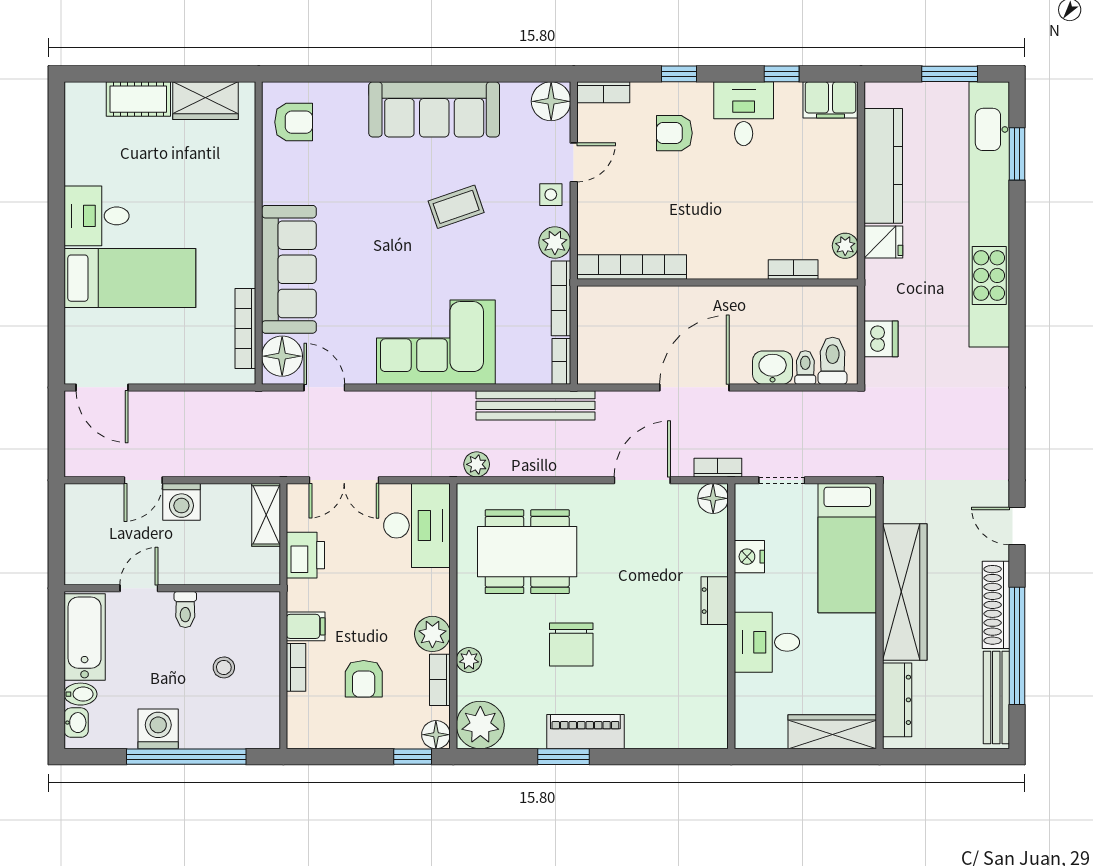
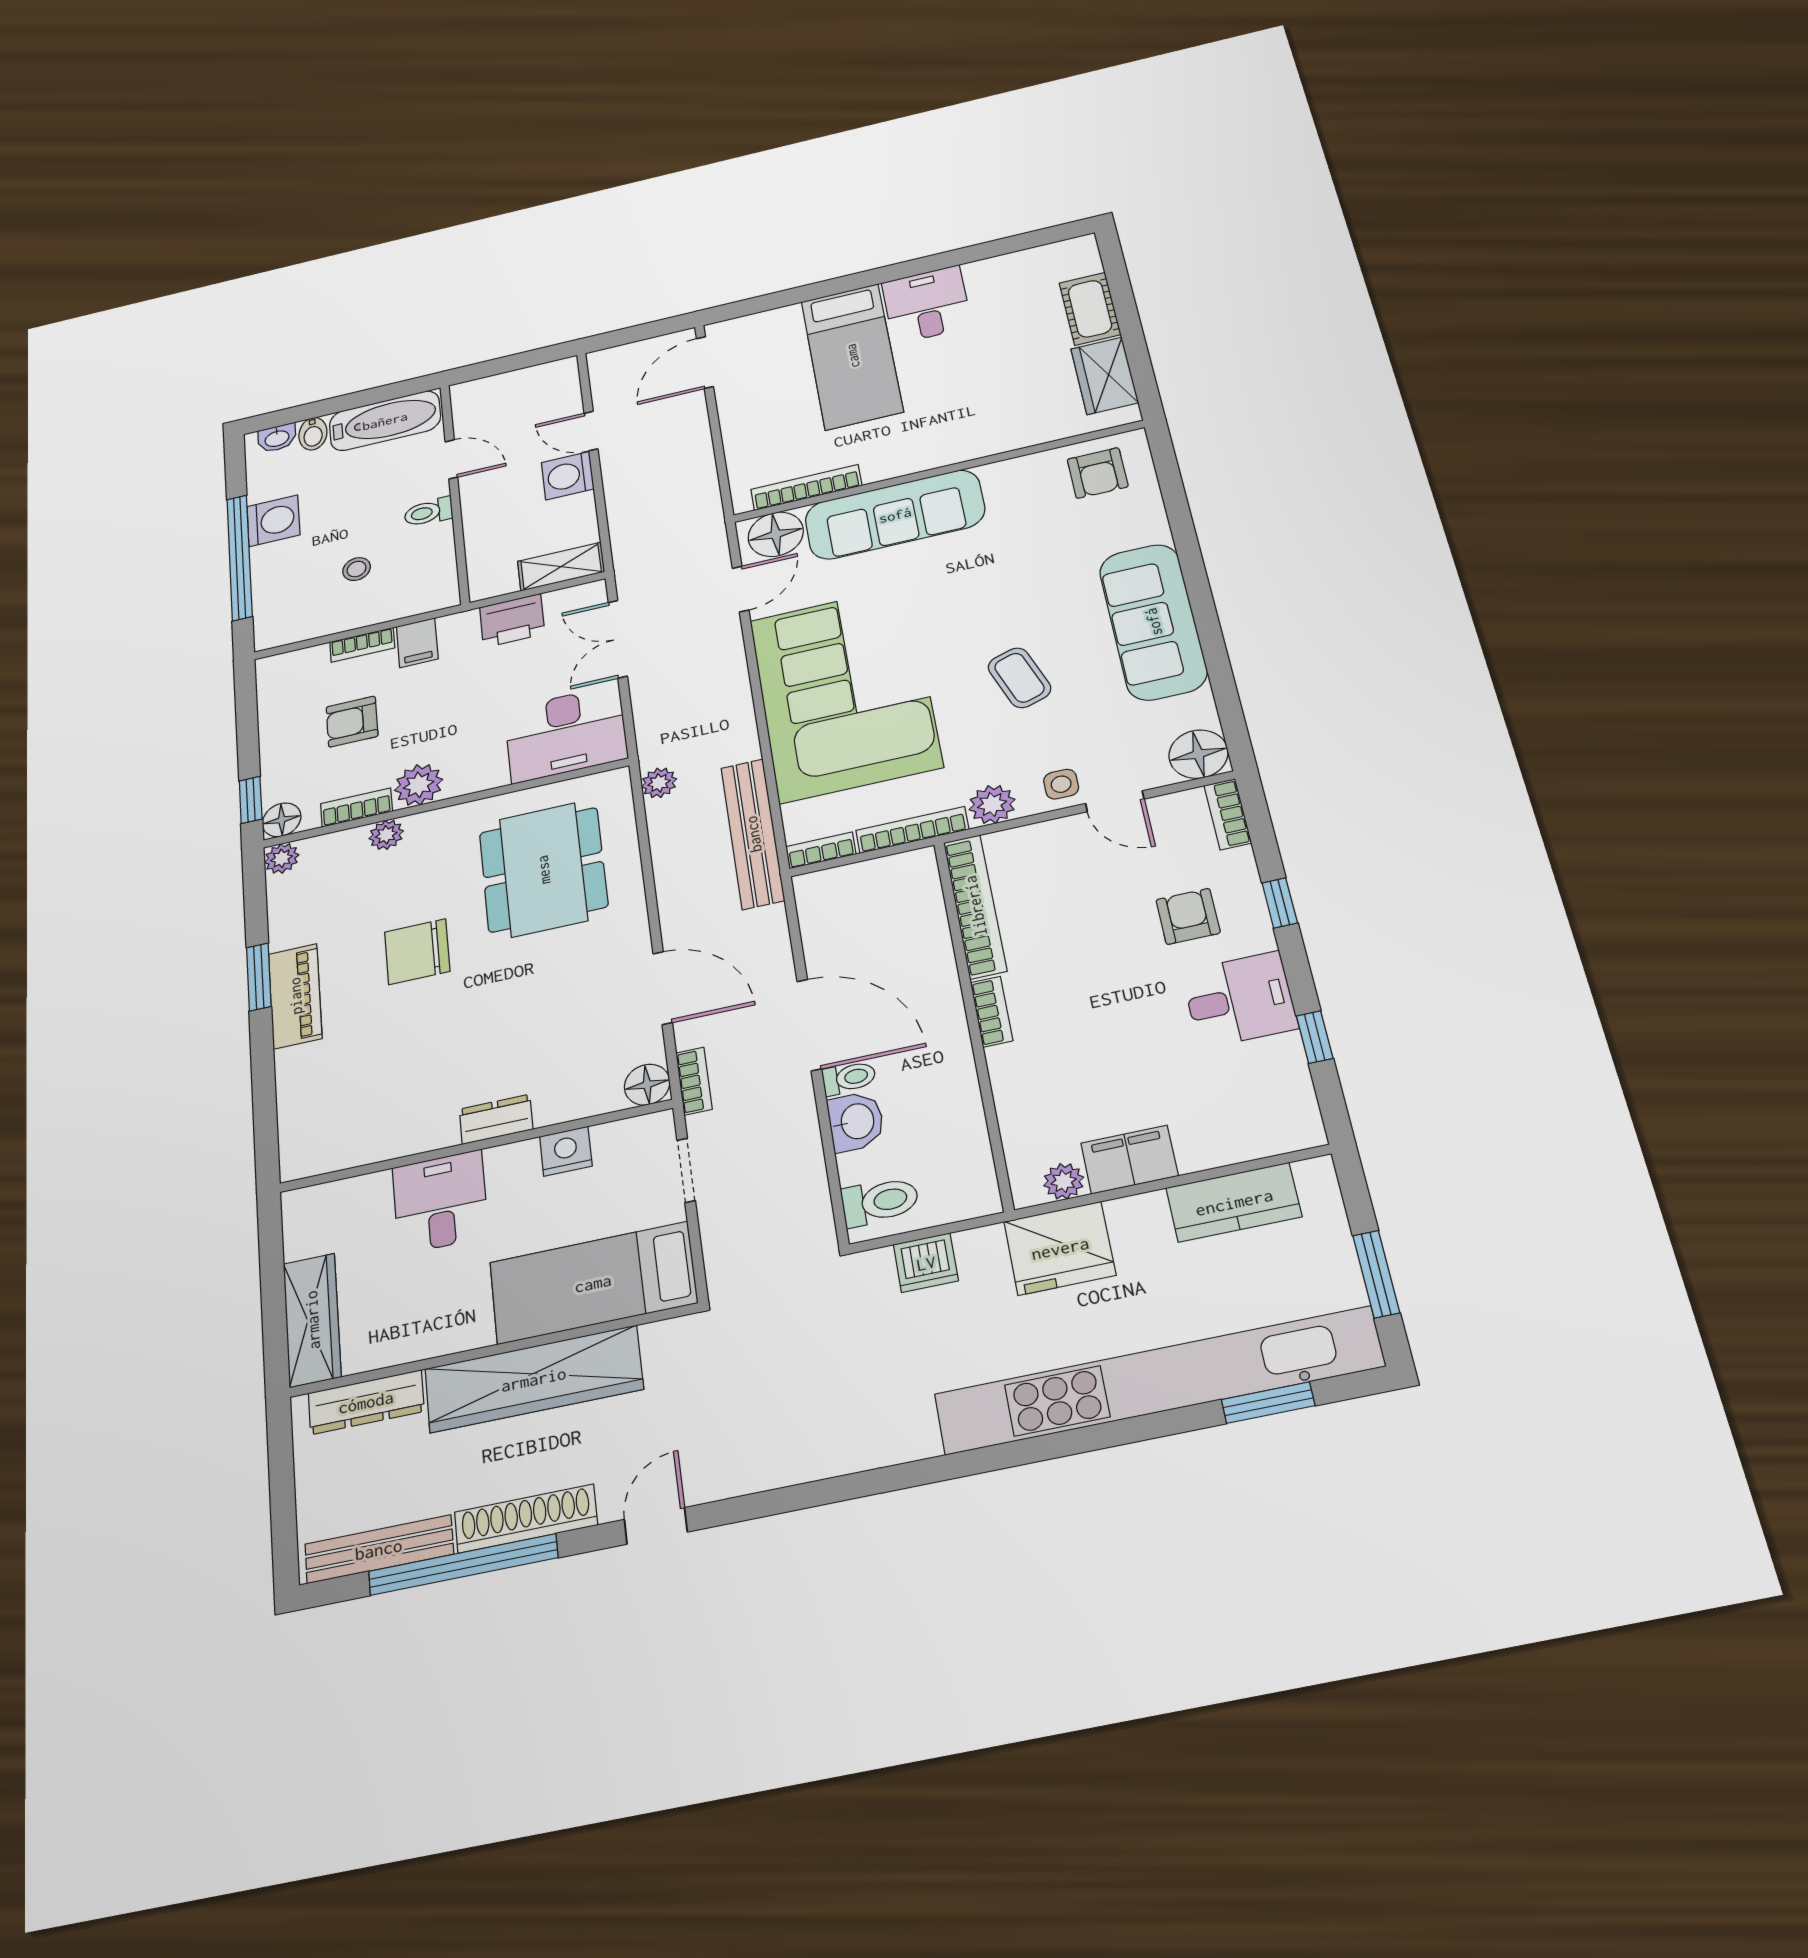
filing cabinet: (831, 100) -> (1129, 1159), moved, turned 90
kitchen counter: (883, 166) -> (1234, 1202), width x0.67
fridge: (883, 242) -> (1060, 1248), width x1.88, depth x1.34
bookcase: (793, 269) -> (992, 1012), moved
corner sofa: (436, 342) -> (845, 693), width x1.36, depth x1.36
toilet: (805, 368) -> (849, 1078), moved
plant: (480, 725) -> (282, 858), width x0.53, depth x0.53

